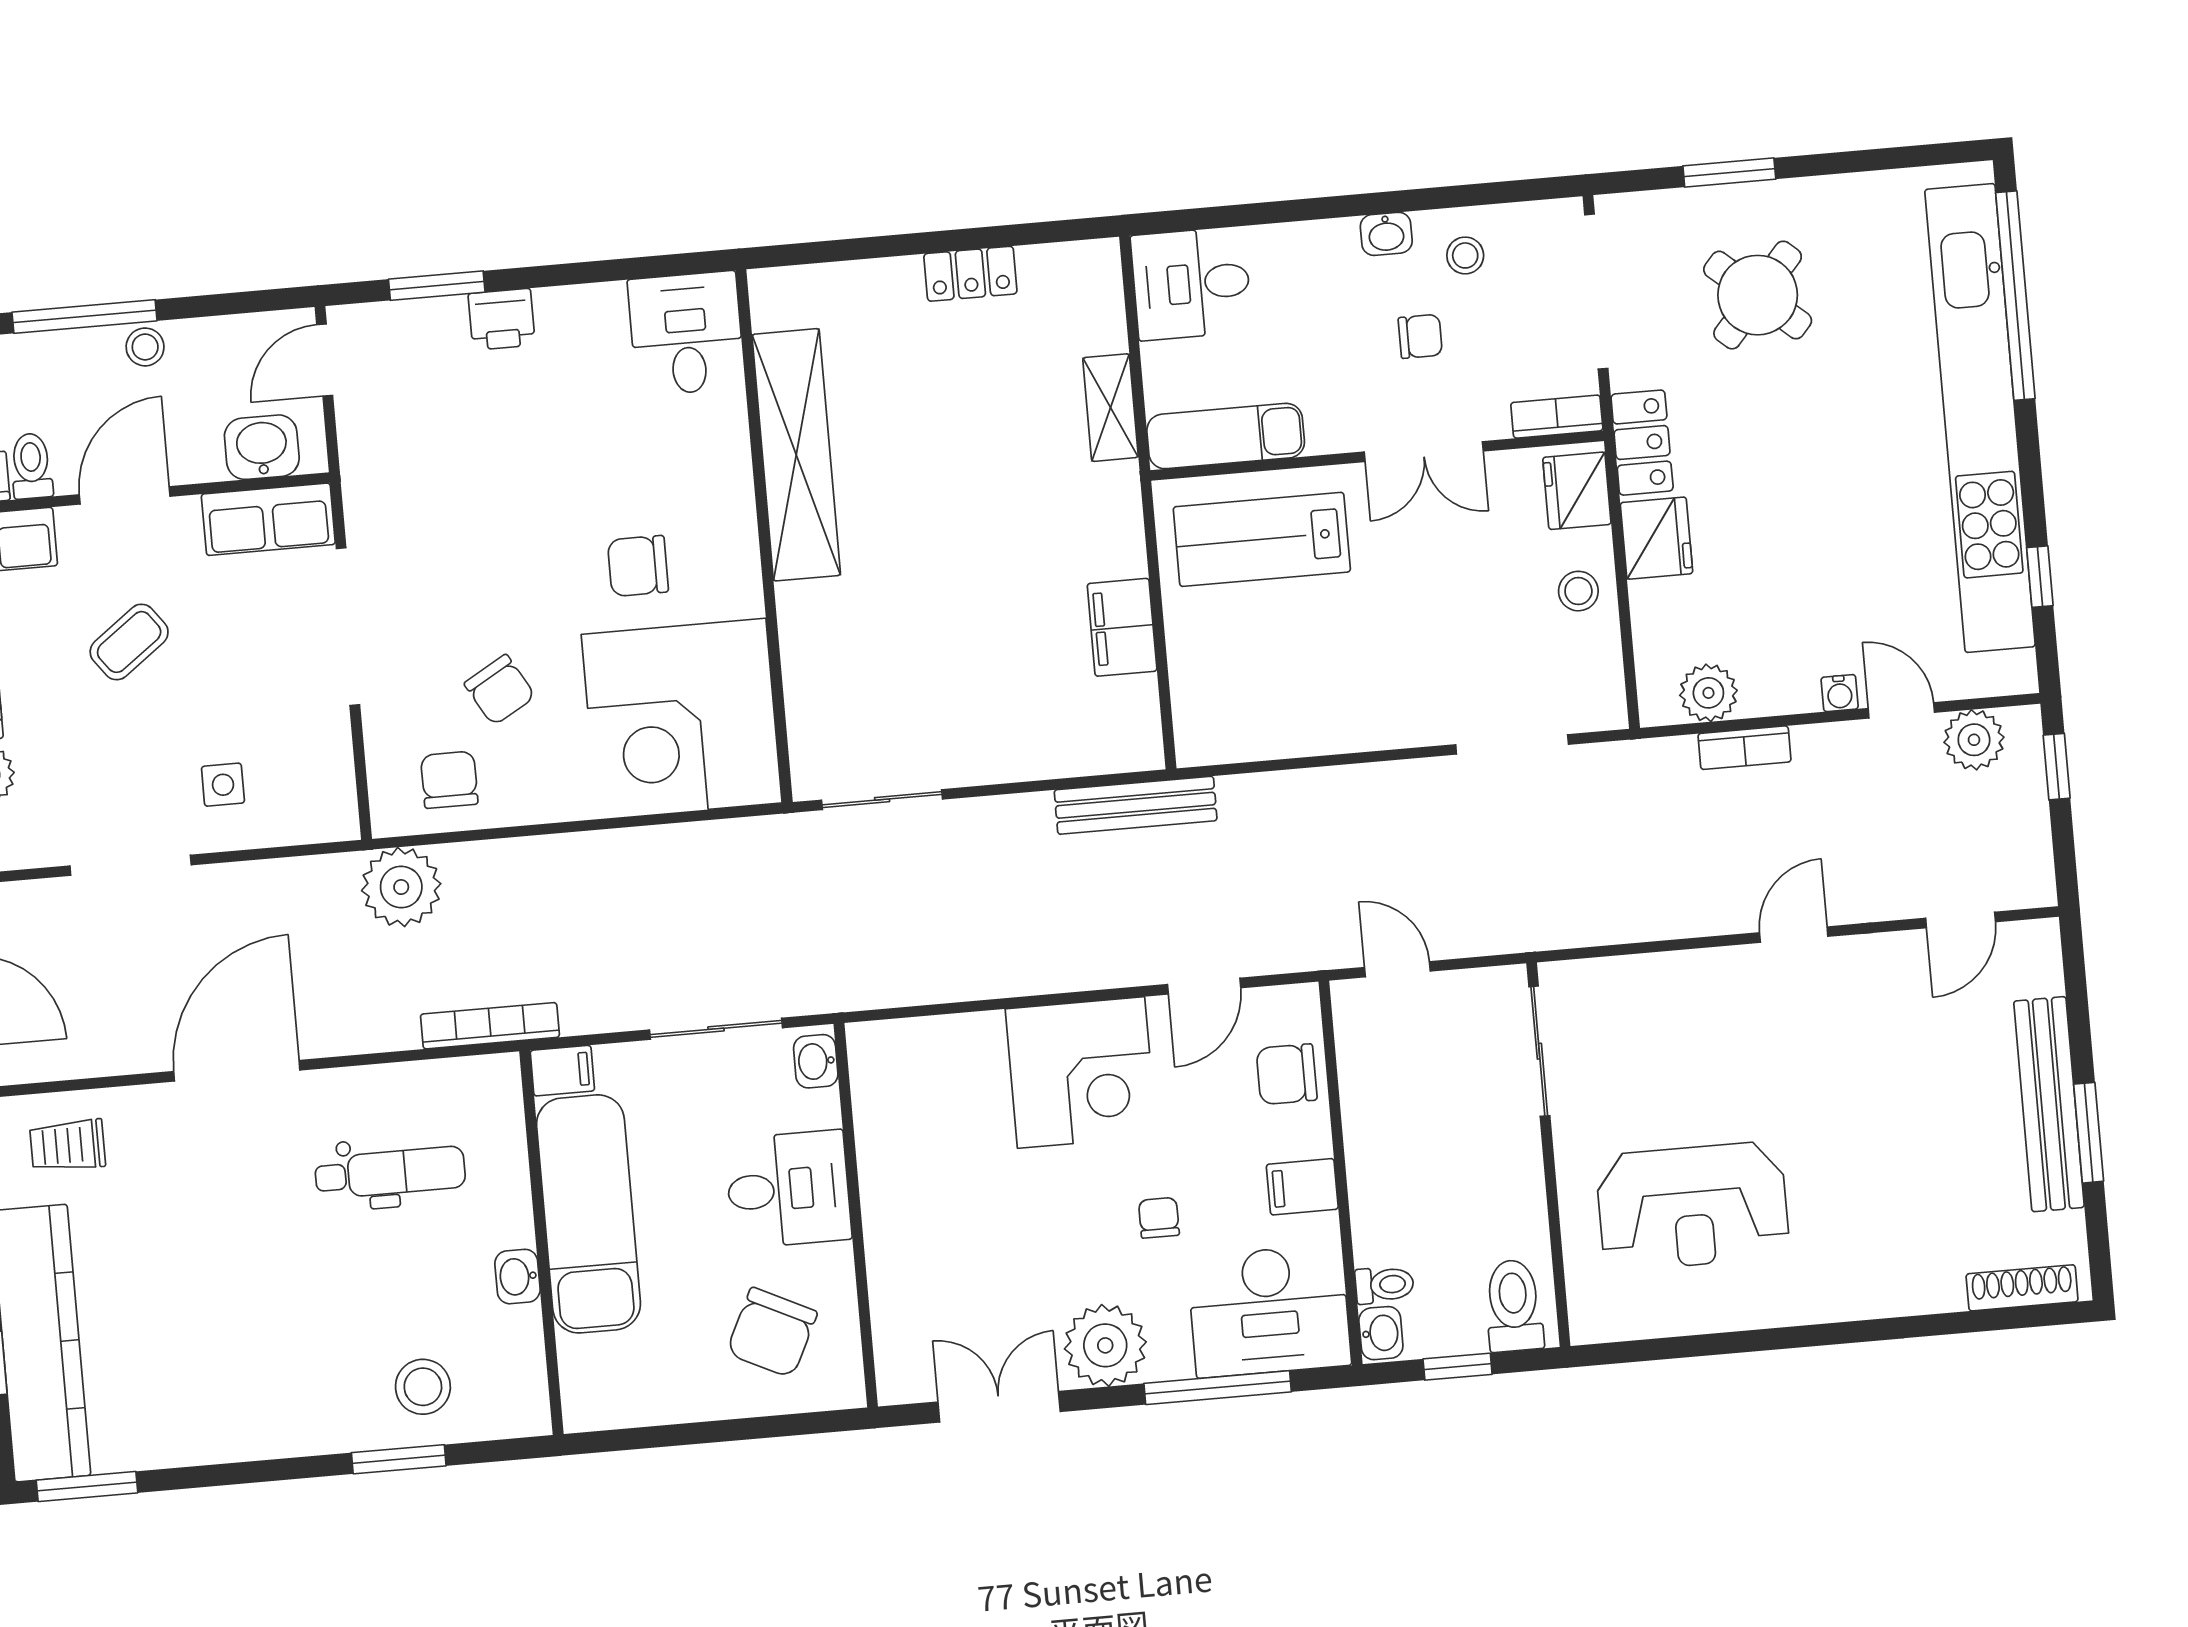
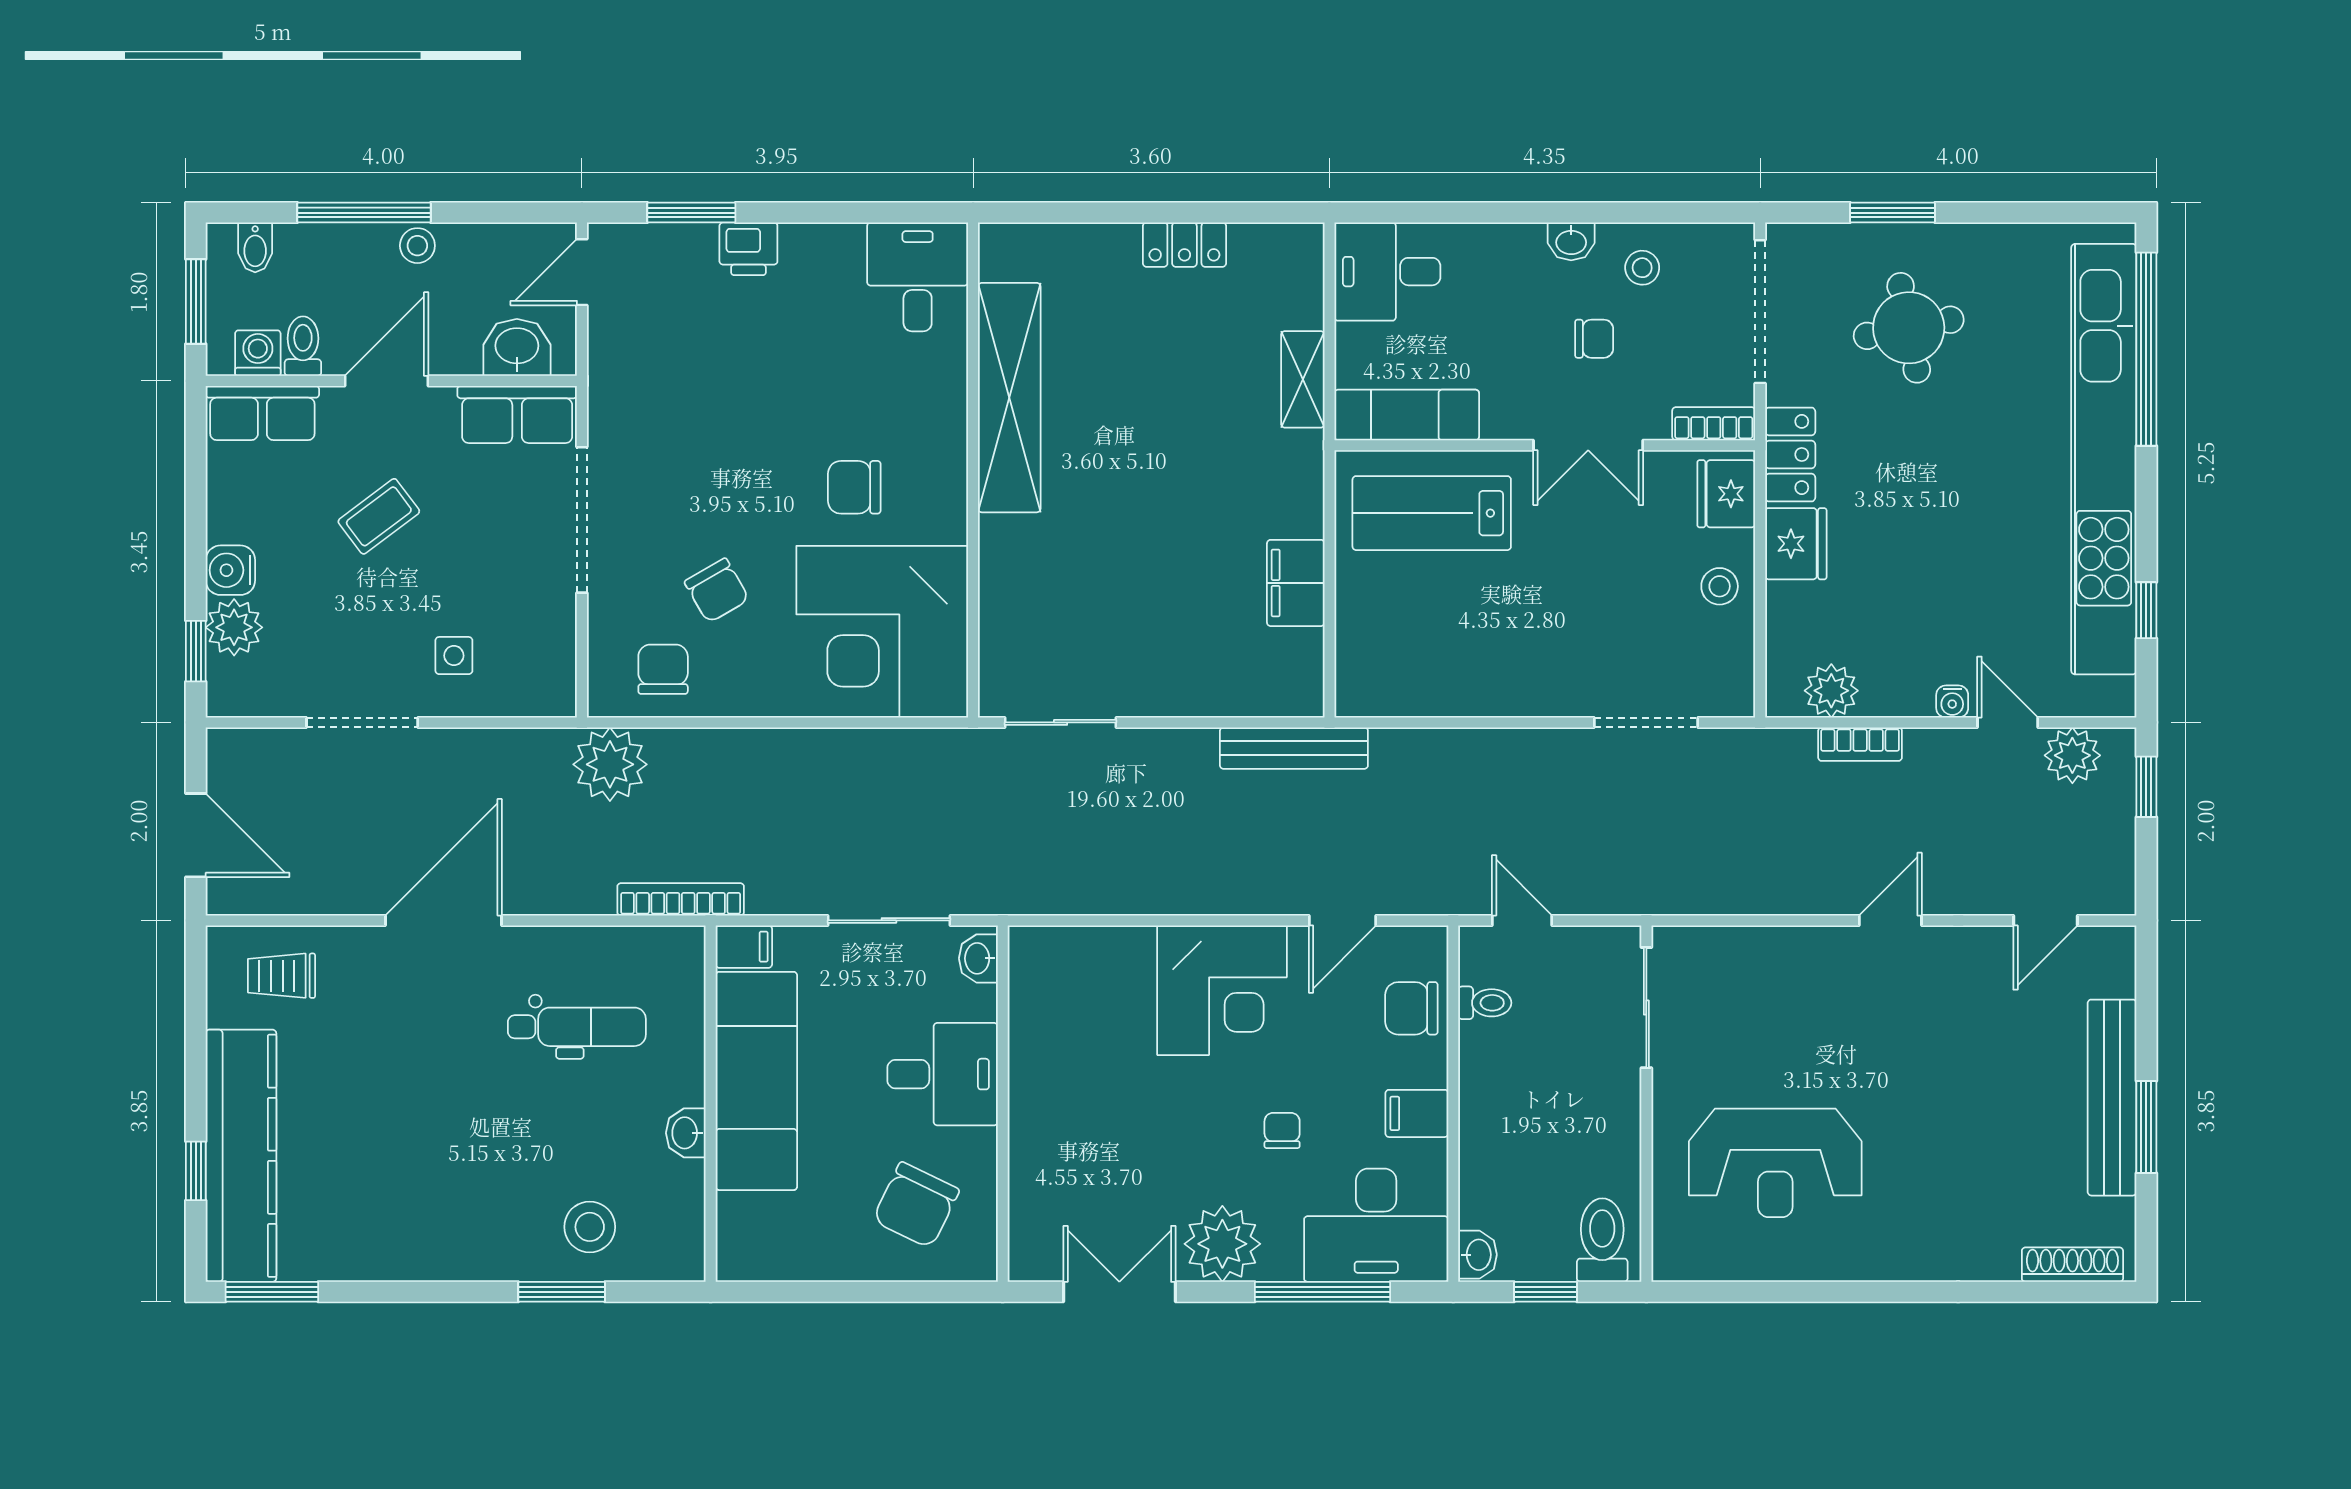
round table: (1758, 295) -> (1909, 328), turned 38
toilet: (1384, 1285) -> (1485, 1003), moved

